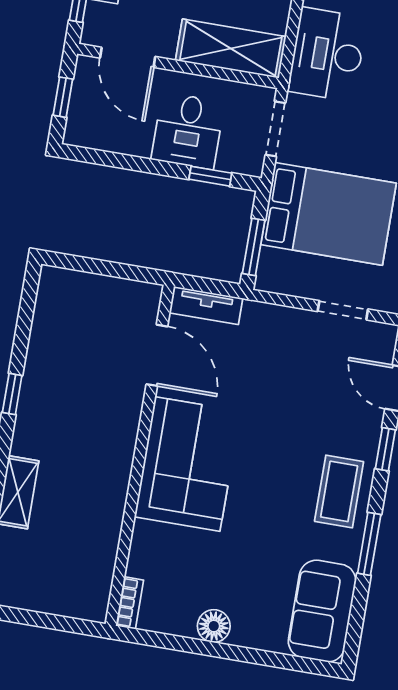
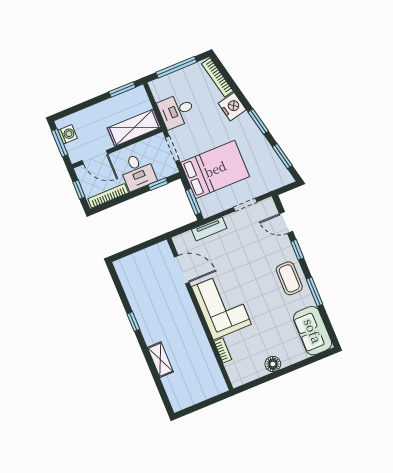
desk: (327, 54) -> (176, 111), width x0.73
bookcase: (108, 141) -> (108, 196), added
tv unit: (206, 306) -> (209, 229), moved
bookcase: (130, 603) -> (223, 350), moved

